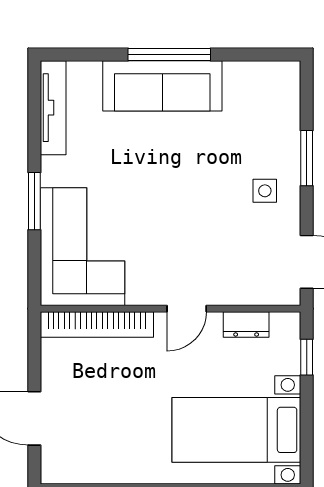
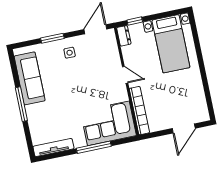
sofa: (162, 86) -> (30, 78), moved
window: (34, 201) -> (94, 147), width x1.44
dresser: (246, 324) -> (124, 36), moved

